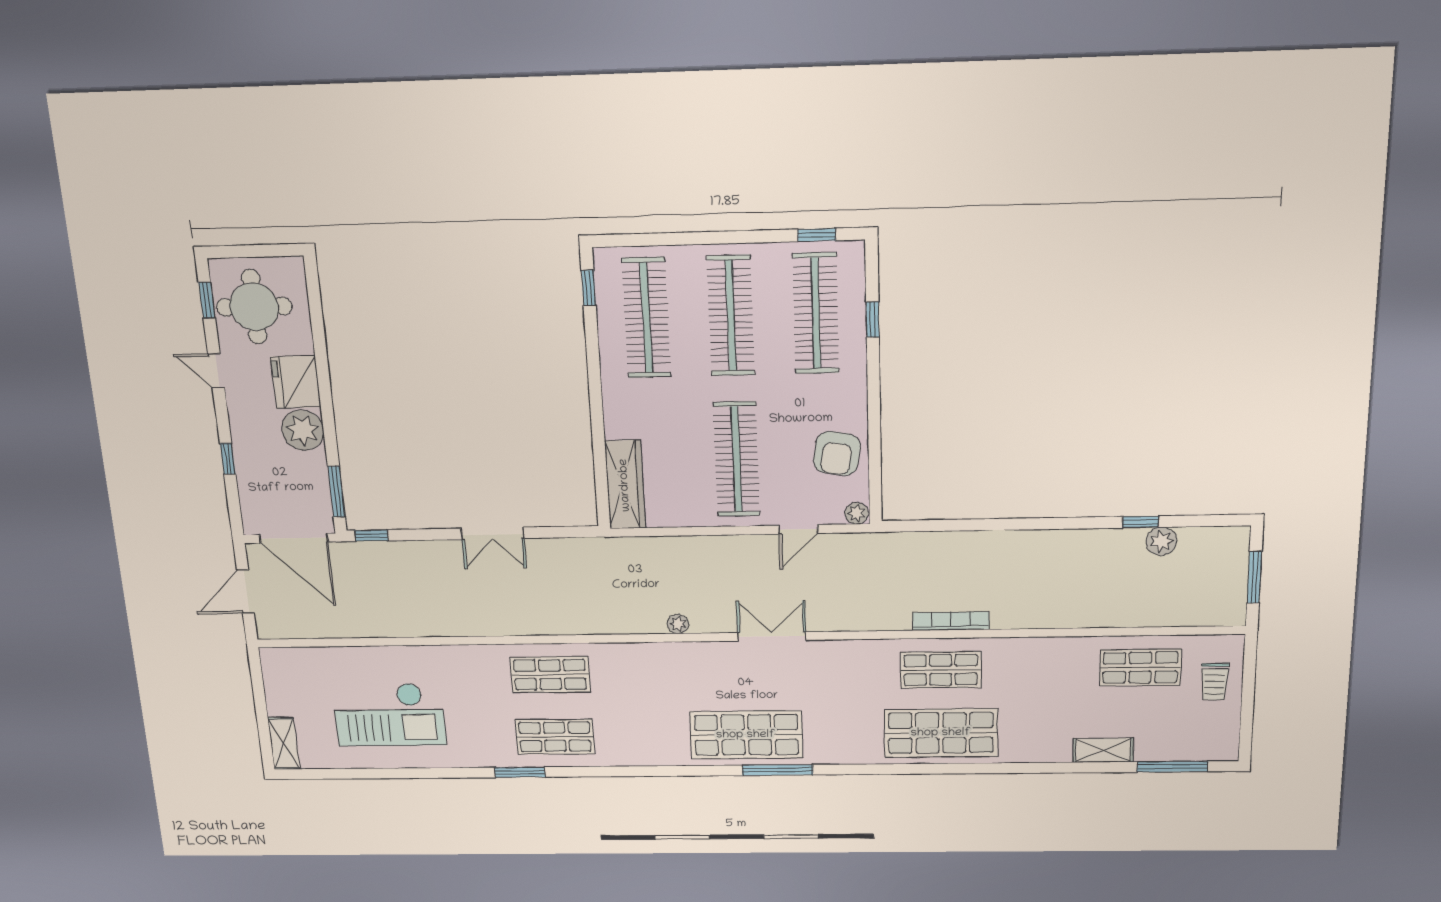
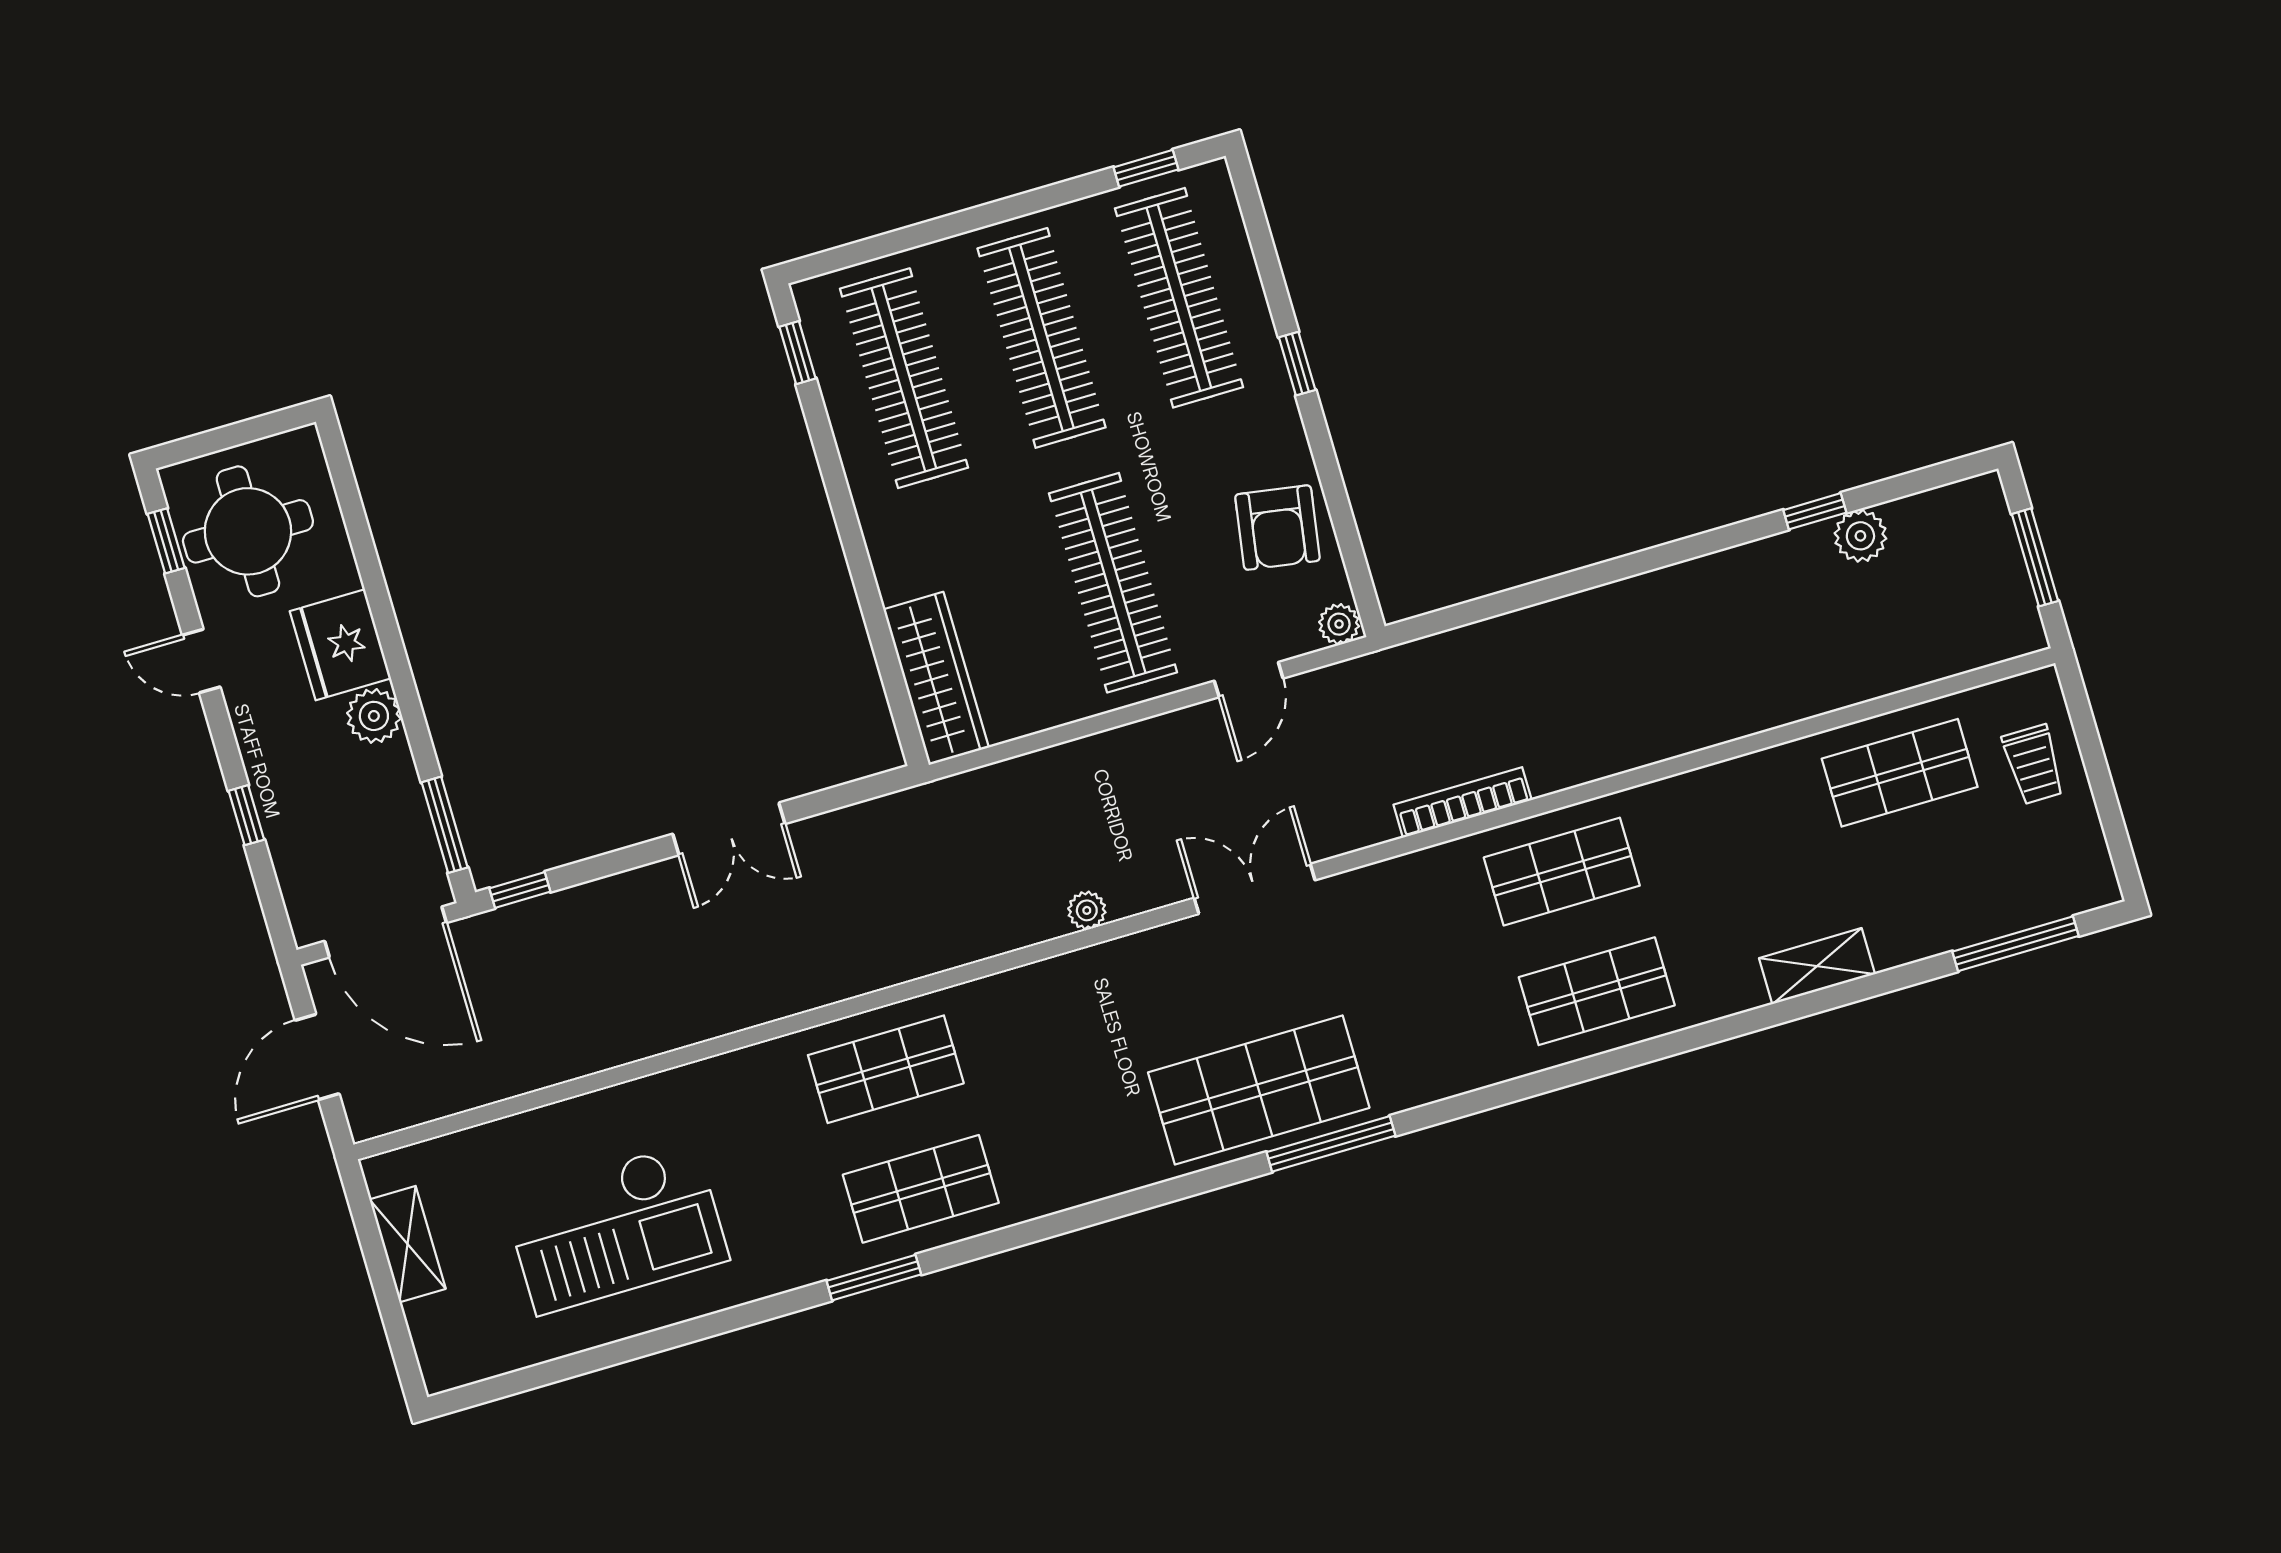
window: (873, 320) -> (1297, 364), moved
plant: (303, 430) -> (374, 716), width x0.73, depth x0.73
bookcase: (951, 621) -> (1463, 802), moved
shop shelf: (941, 733) -> (1597, 991), width x0.70, depth x0.74
shelving: (284, 743) -> (408, 1244), moved
shelving: (1103, 750) -> (1817, 966), moved

